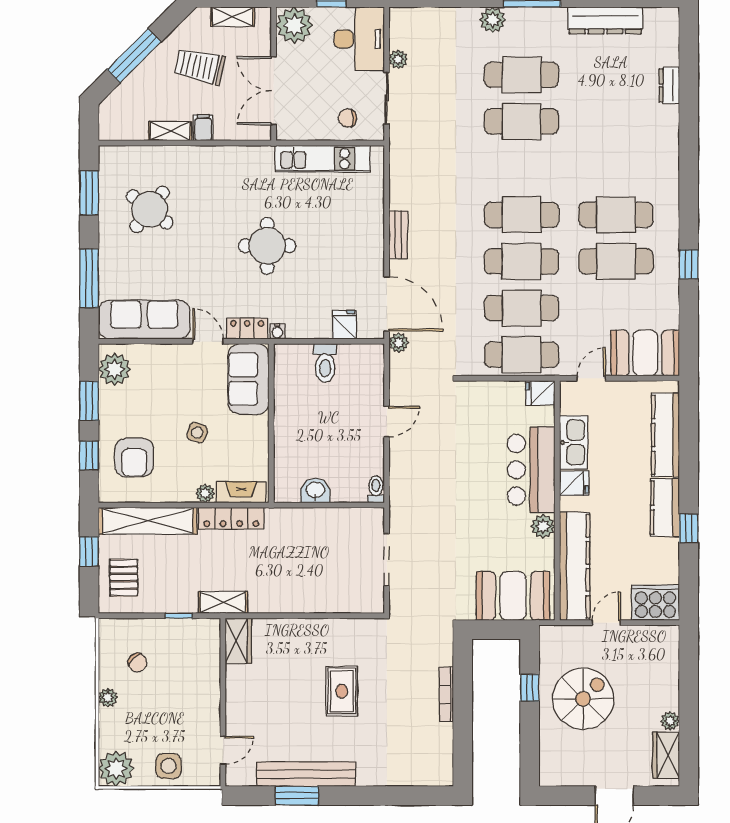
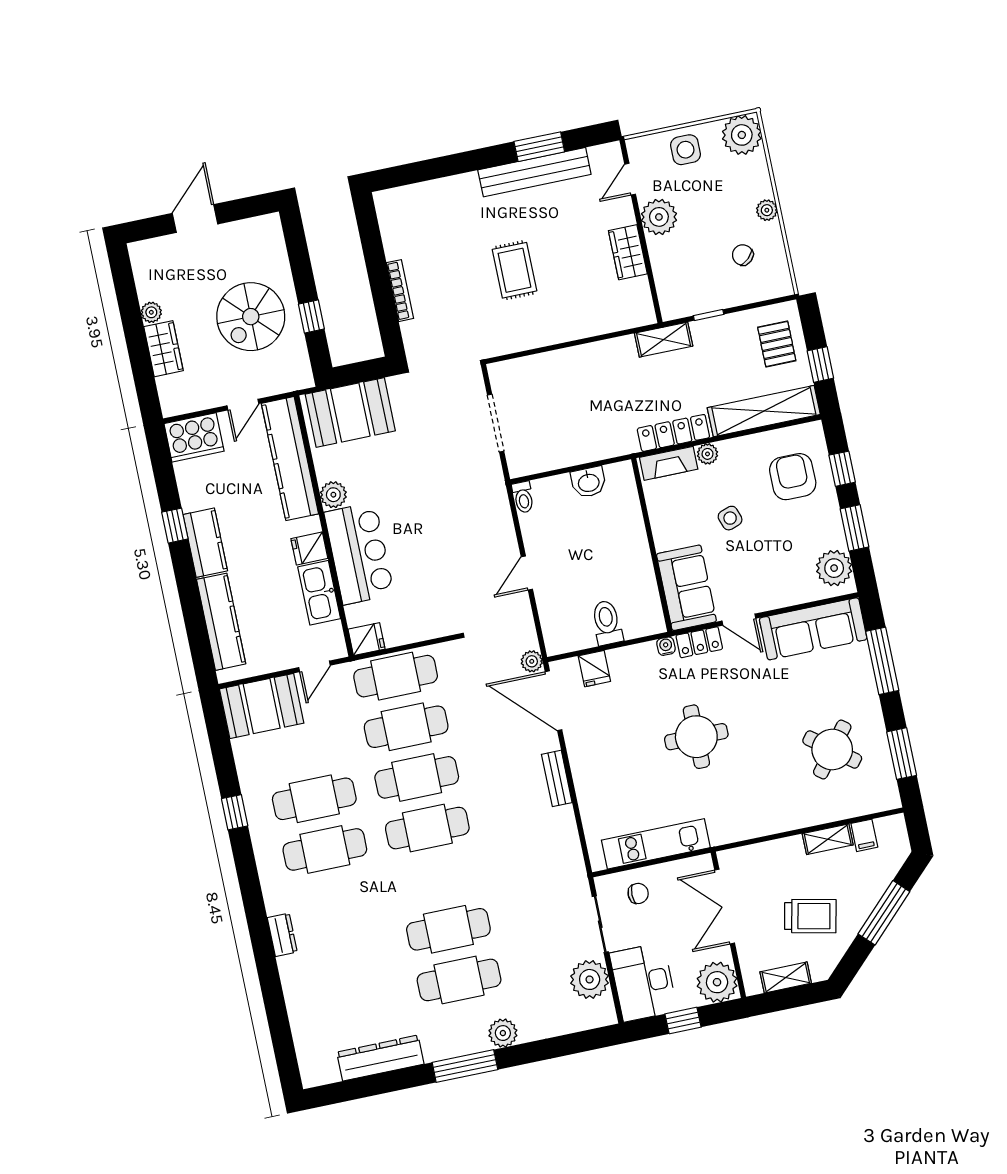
plant: (398, 59) -> (590, 979), width x1.88, depth x1.88
dresser: (669, 85) -> (282, 935), moved
double door: (274, 91) -> (725, 907), swing flipped
filing cabinet: (203, 128) -> (864, 835), moved
side table: (197, 433) -> (730, 518), turned -37
wardrobe: (238, 641) -> (628, 252), moved
plant: (204, 711) -> (659, 217), added
wardrobe: (666, 755) -> (163, 349), moved

